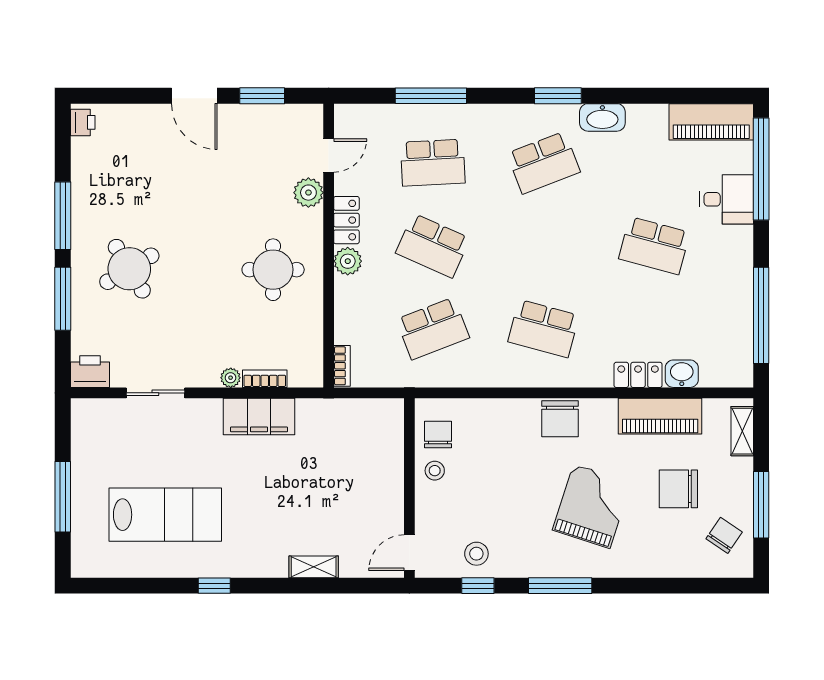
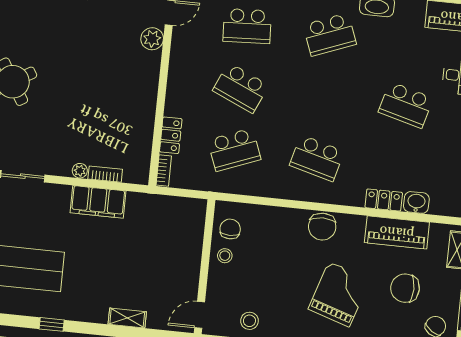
locker: (346, 220) -> (171, 135), moved
plant: (348, 261) -> (176, 93), removed
round table: (273, 270) -> (120, 93), removed

